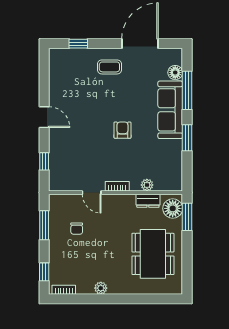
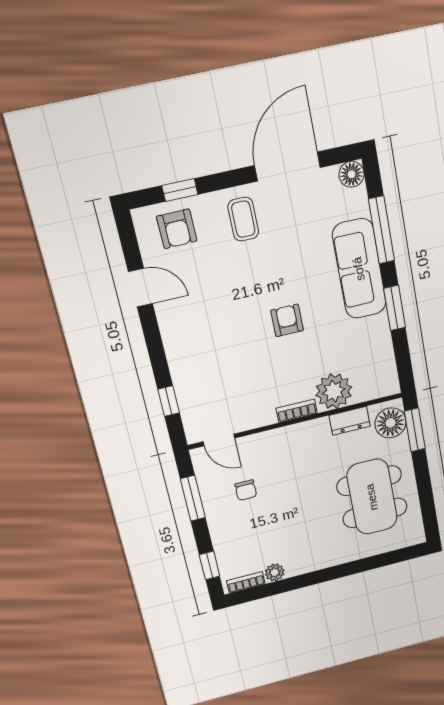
armchair: (72, 64) -> (177, 229), added
coffee table: (109, 67) -> (243, 219), turned 90
floor lamp: (175, 73) -> (352, 174), moved
door: (44, 117) -> (140, 288), moved
plant: (147, 185) -> (334, 391), width x1.87, depth x1.87
door: (92, 193) -> (219, 440), moved
plant: (101, 288) -> (275, 572), moved

